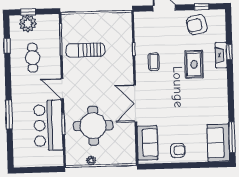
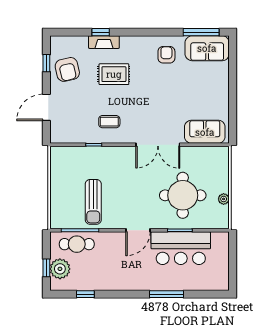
cafe table: (33, 58) -> (77, 244), moved
armchair: (178, 150) -> (166, 55), moved

